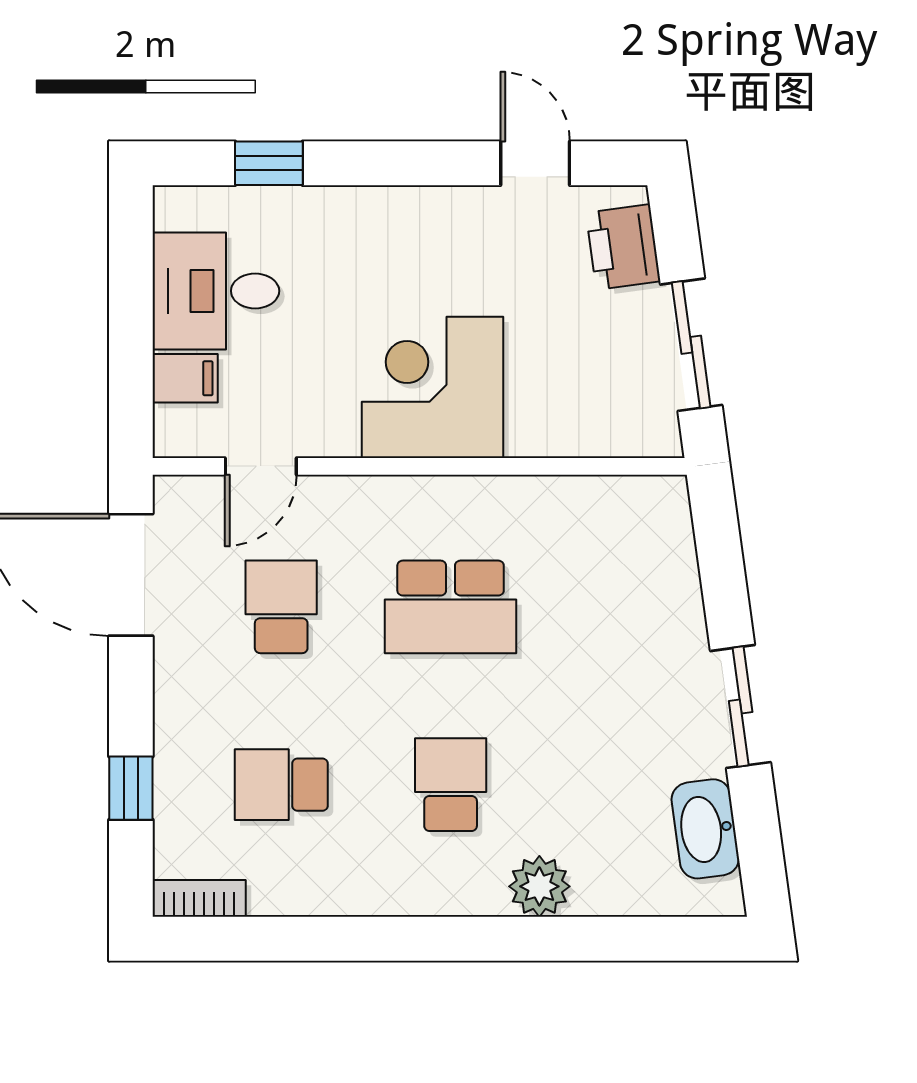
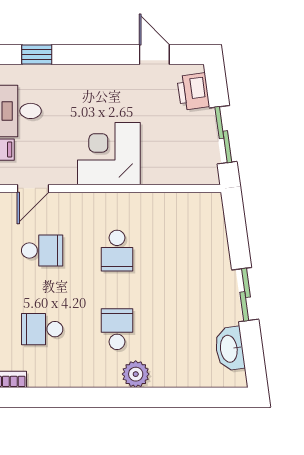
school desk: (281, 607) -> (42, 251), turned 90
school desk: (451, 607) -> (117, 251), width x0.54
plant: (539, 886) -> (136, 374), moved

